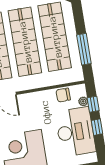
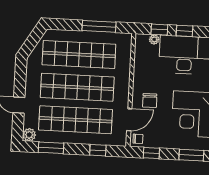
chair: (63, 95) -> (150, 101), moved

